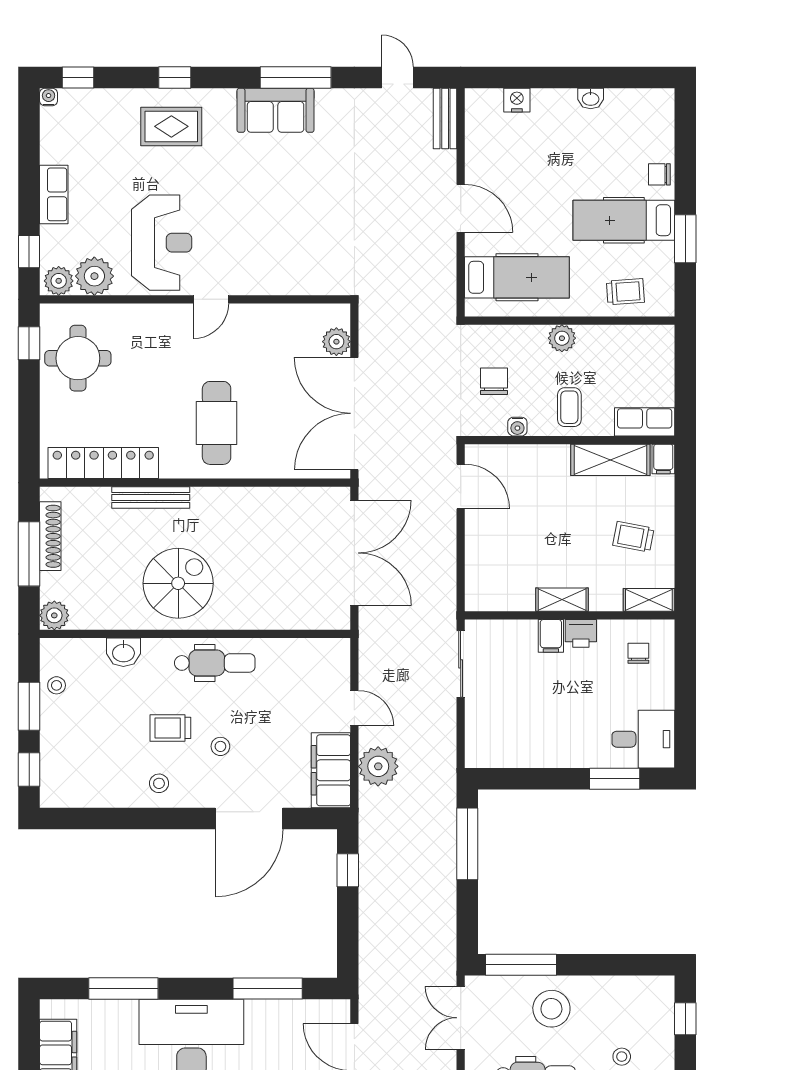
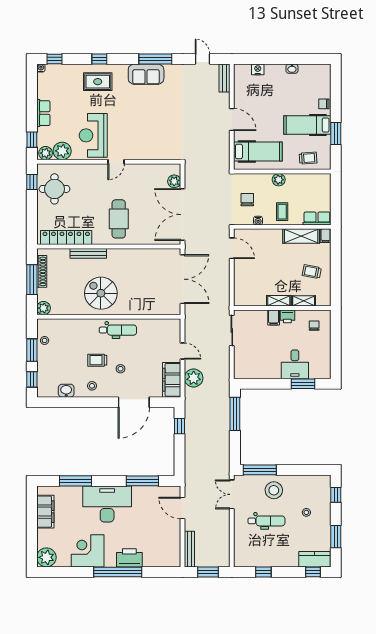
reception desk: (162, 243) -> (93, 135), turned 180
spiral stairs: (178, 583) -> (101, 293), turned -90
shelving: (649, 600) -> (304, 301), moved
washbasin: (123, 652) -> (66, 391), moved, turned 180
desk: (643, 739) -> (295, 364), moved, turned 90

